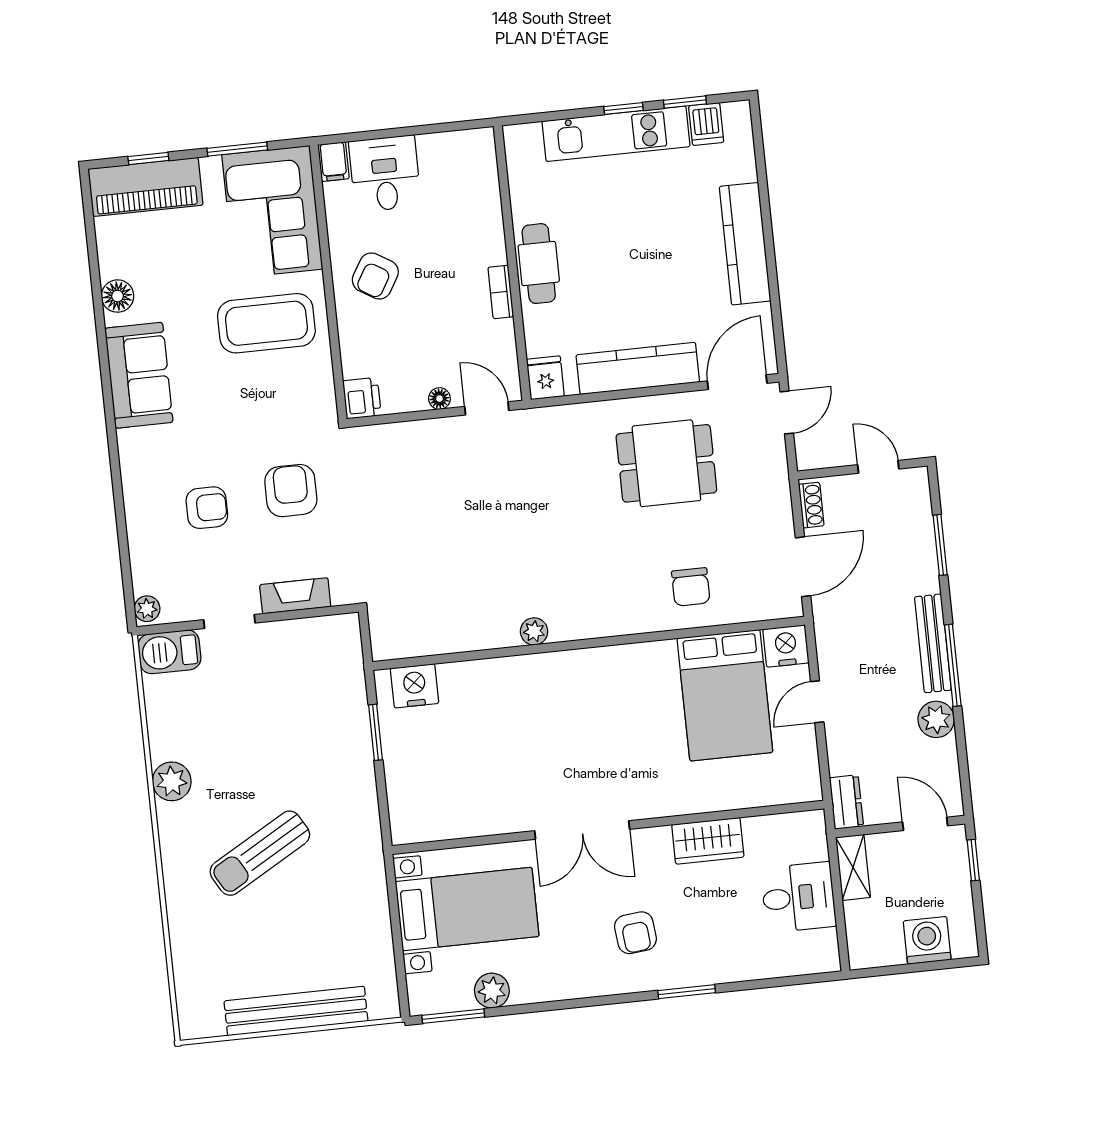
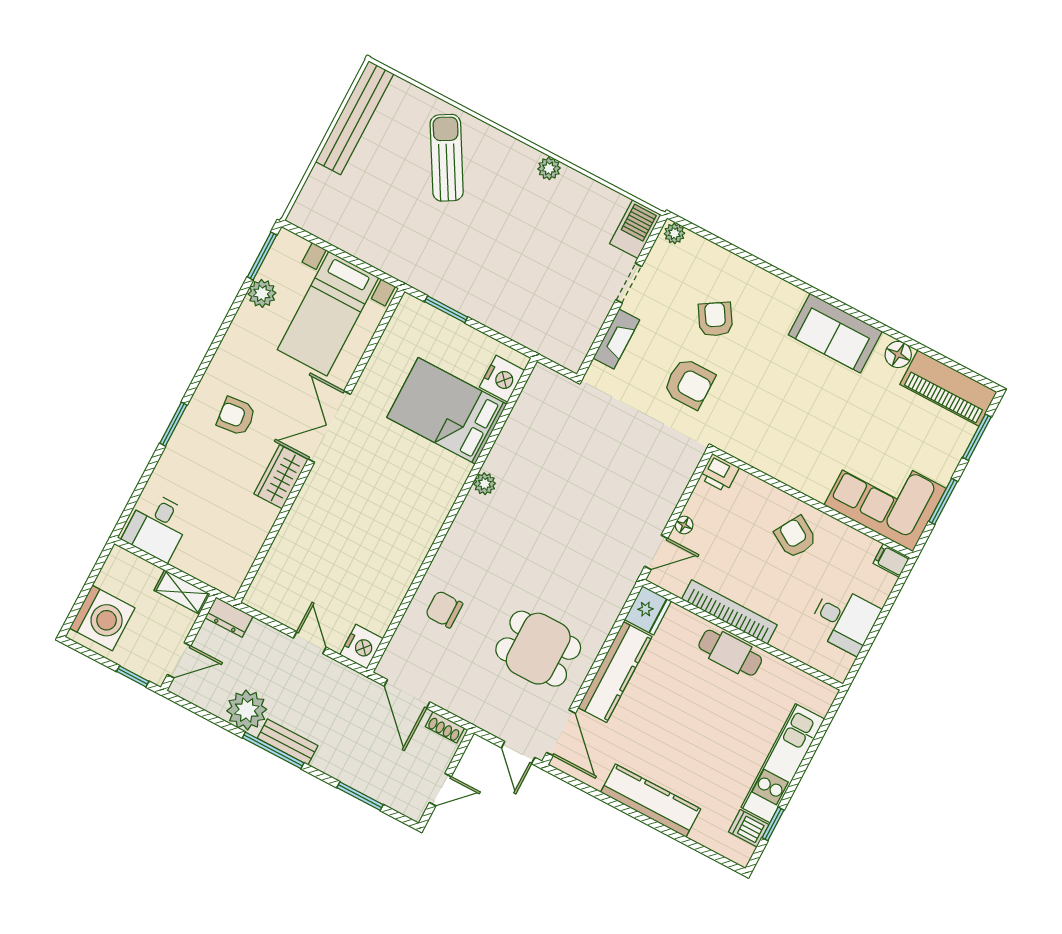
window: (624, 109) -> (796, 780), removed
window: (148, 158) -> (977, 437), width x1.50
desk: (385, 174) -> (844, 620), moved
piano: (145, 187) -> (948, 388), moved, turned -90
bookcase: (501, 292) -> (729, 612), width x2.31, depth x1.31
coffee table: (266, 323) -> (813, 442), removed
fridge: (545, 378) -> (648, 610), width x1.38
dining table: (666, 463) -> (538, 649), turned 90
armchair: (207, 508) -> (715, 319), turned 148
bench: (933, 643) -> (288, 742), width x0.73
bed: (725, 695) -> (447, 411), moved
plant: (936, 719) -> (247, 710), width x1.36, depth x1.36
window: (376, 732) -> (446, 309), moved
plant: (172, 781) -> (549, 168), width x0.73, depth x0.73
wardrobe: (708, 841) -> (281, 477), moved
sun lounger: (260, 853) -> (447, 158), moved
desk: (798, 897) -> (157, 526), moved
washing machine: (927, 940) -> (102, 618), width x1.37, depth x1.37
bench: (296, 1011) -> (355, 118), moved

